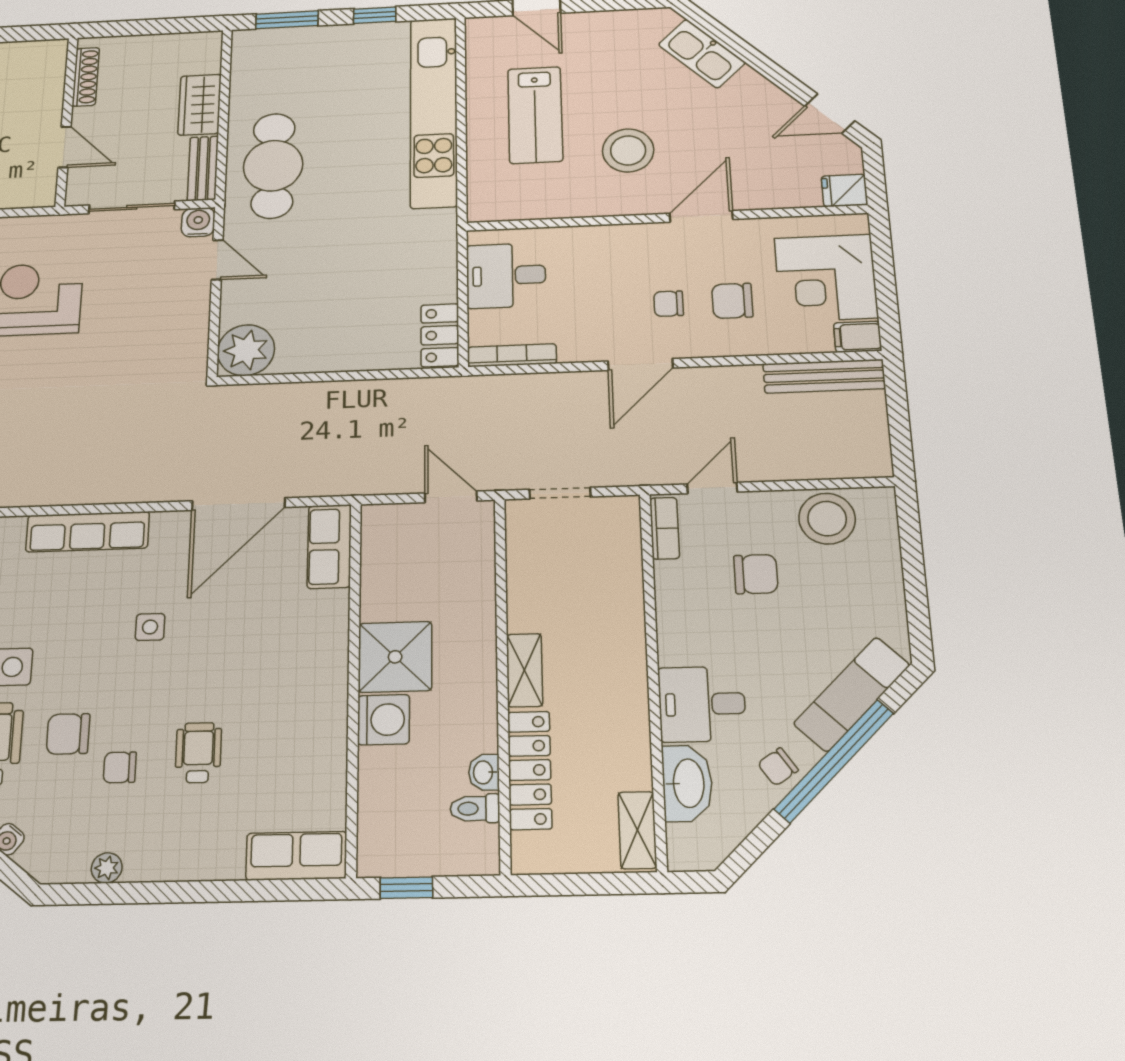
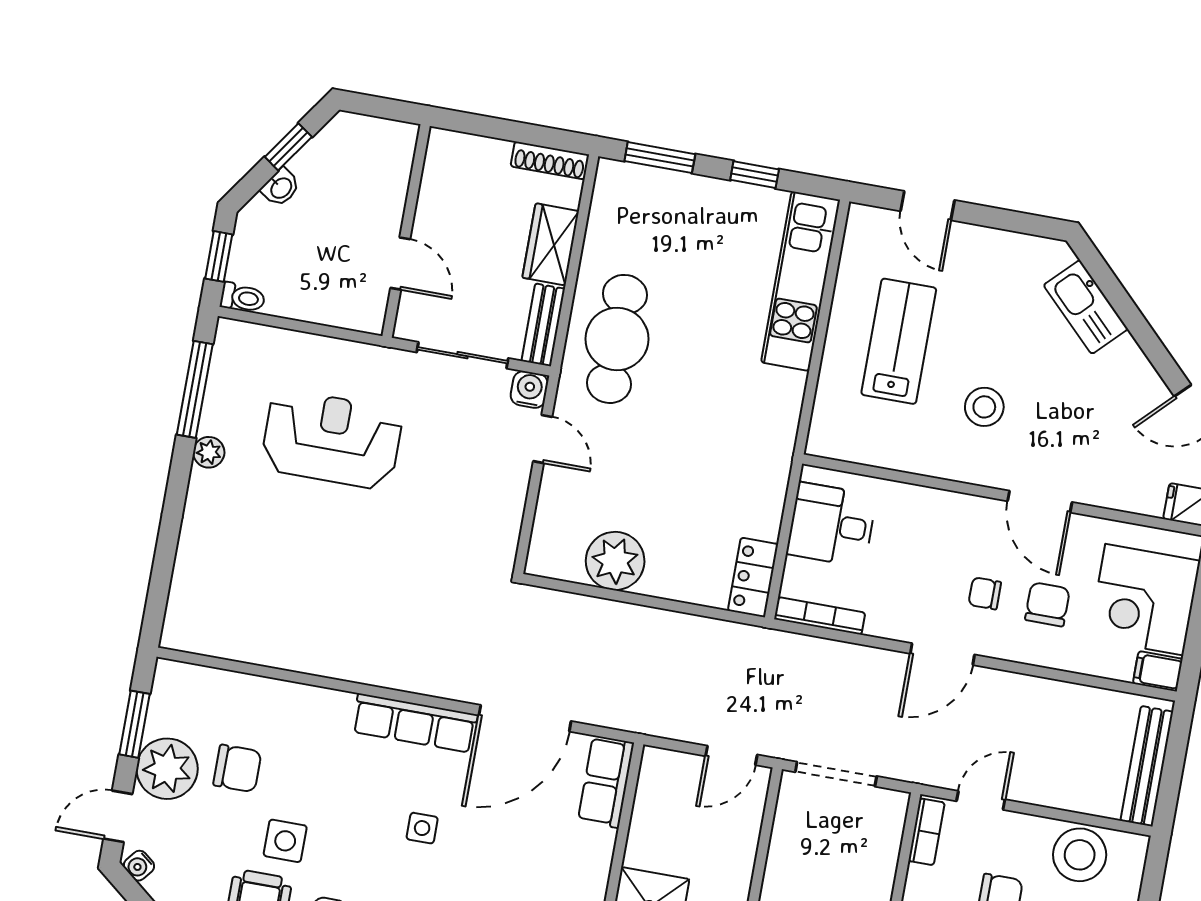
shoe rack: (86, 77) -> (550, 160), moved, turned 90
kitchen unit: (434, 112) -> (801, 281), width x0.73
lab bench: (535, 115) -> (899, 341), turned 180
stool: (628, 150) -> (984, 407), width x0.73, depth x0.73
door: (701, 216) -> (1040, 502), swing flipped
chair: (732, 301) -> (1047, 604), turned 90
plant: (246, 350) -> (615, 561), moved
bench: (824, 376) -> (1147, 766), moved, turned 90
doorway: (560, 493) -> (836, 774), width x1.38
door: (451, 497) -> (731, 755), swing flipped
row of seats: (88, 532) -> (415, 723), moved

